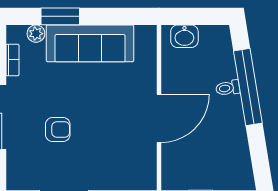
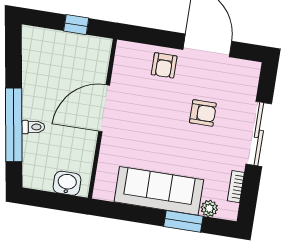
armchair: (58, 130) -> (203, 113), turned 180
armchair: (105, 172) -> (164, 65), added

